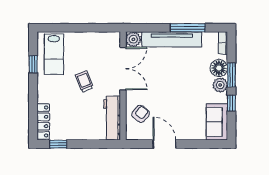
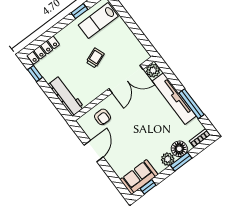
window: (231, 103) -> (148, 187), moved
armchair: (141, 114) -> (103, 117), turned 50
workbench: (112, 118) -> (66, 96), moved, turned 90

